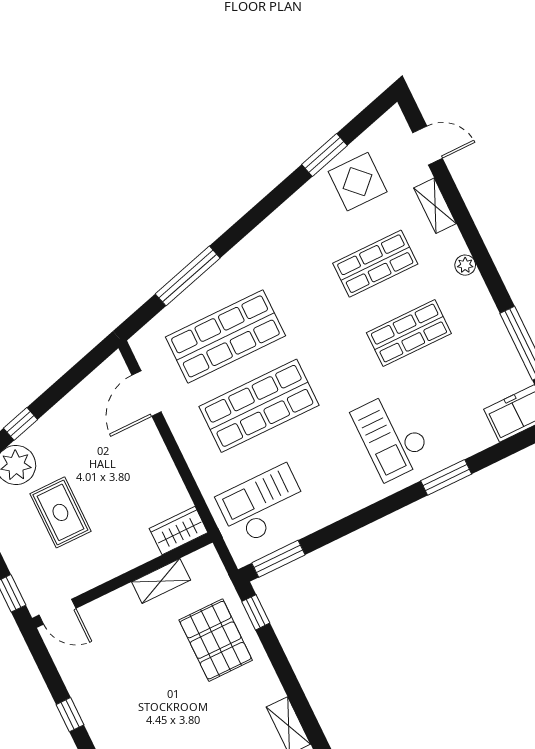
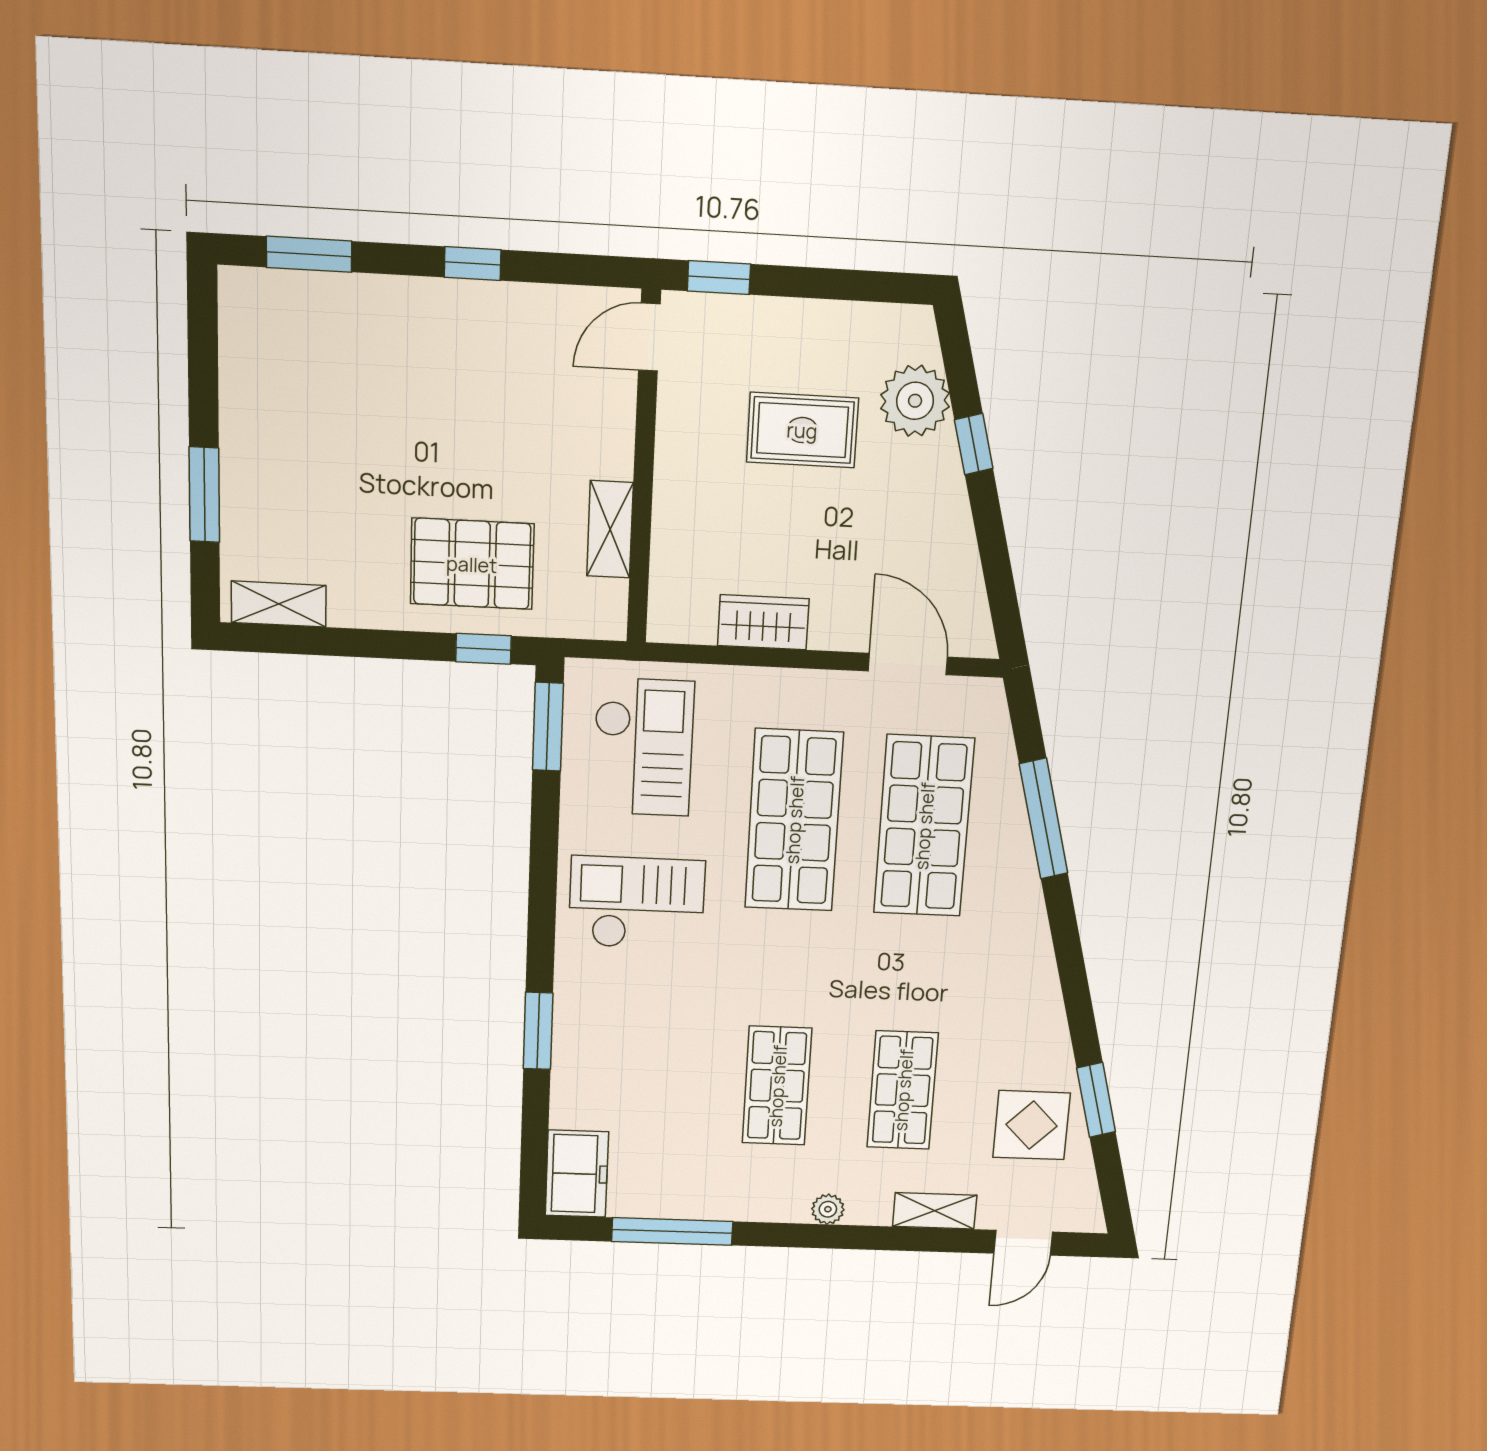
checkout: (392, 436) -> (637, 903), moved
wardrobe: (179, 530) -> (763, 622), moved, turned -90

